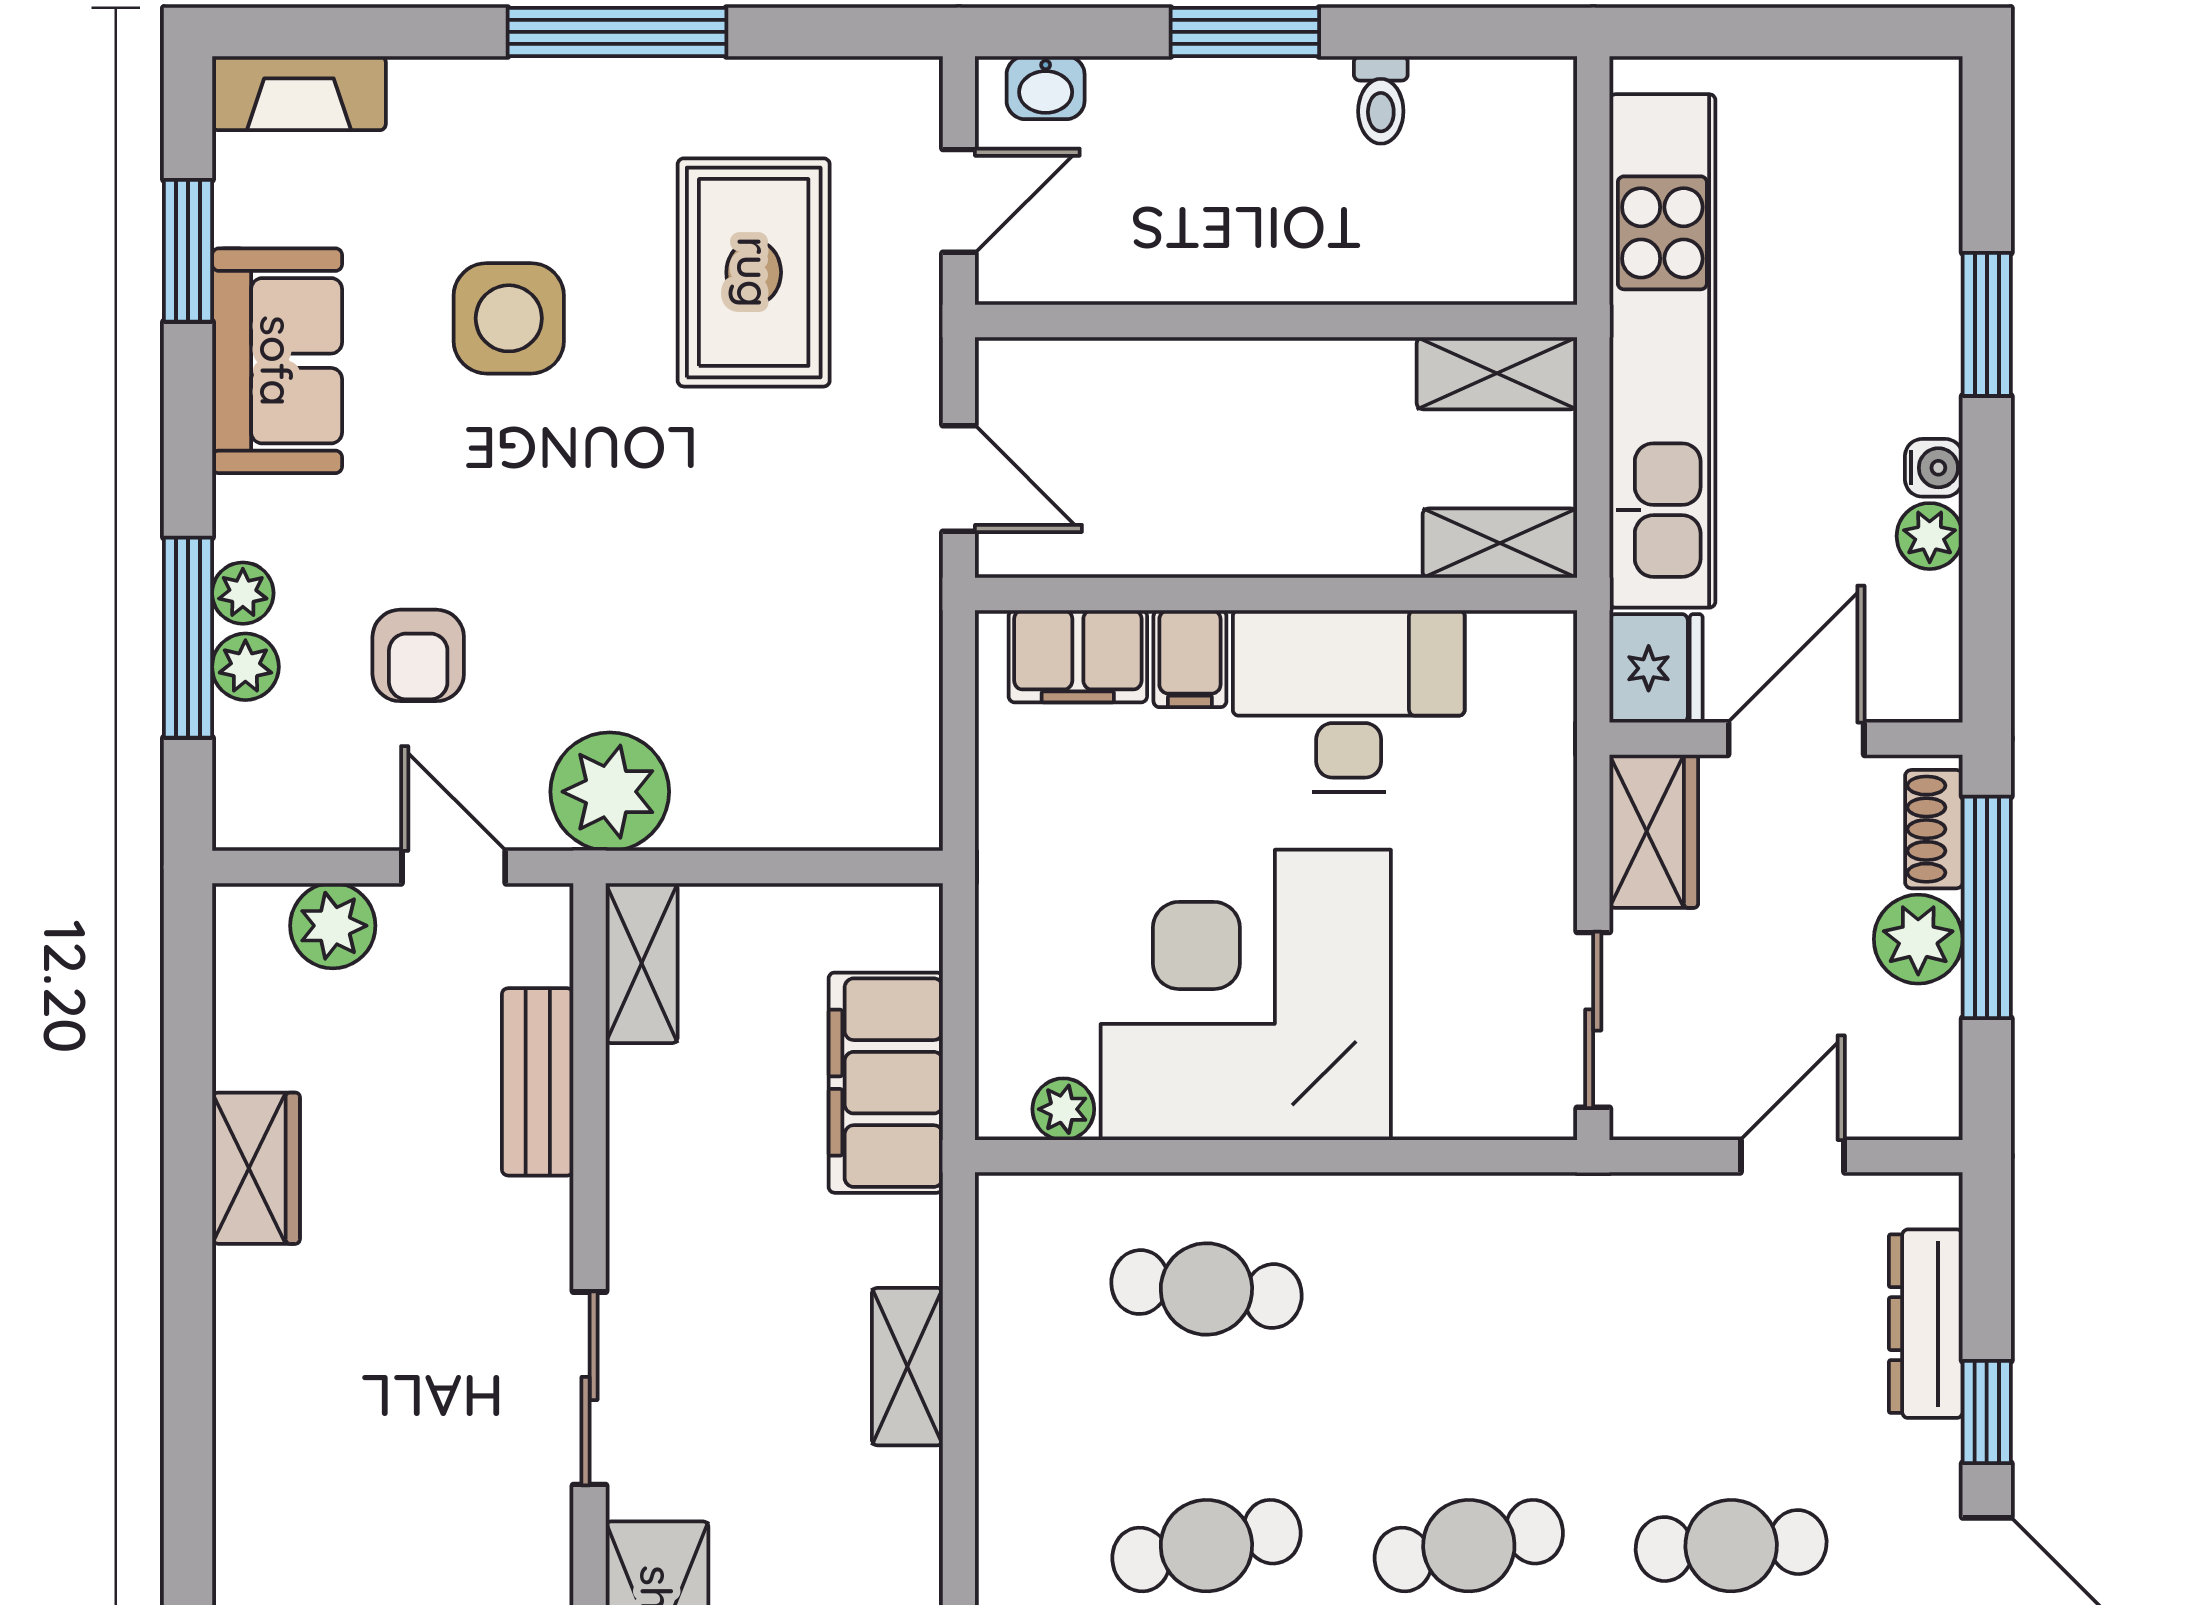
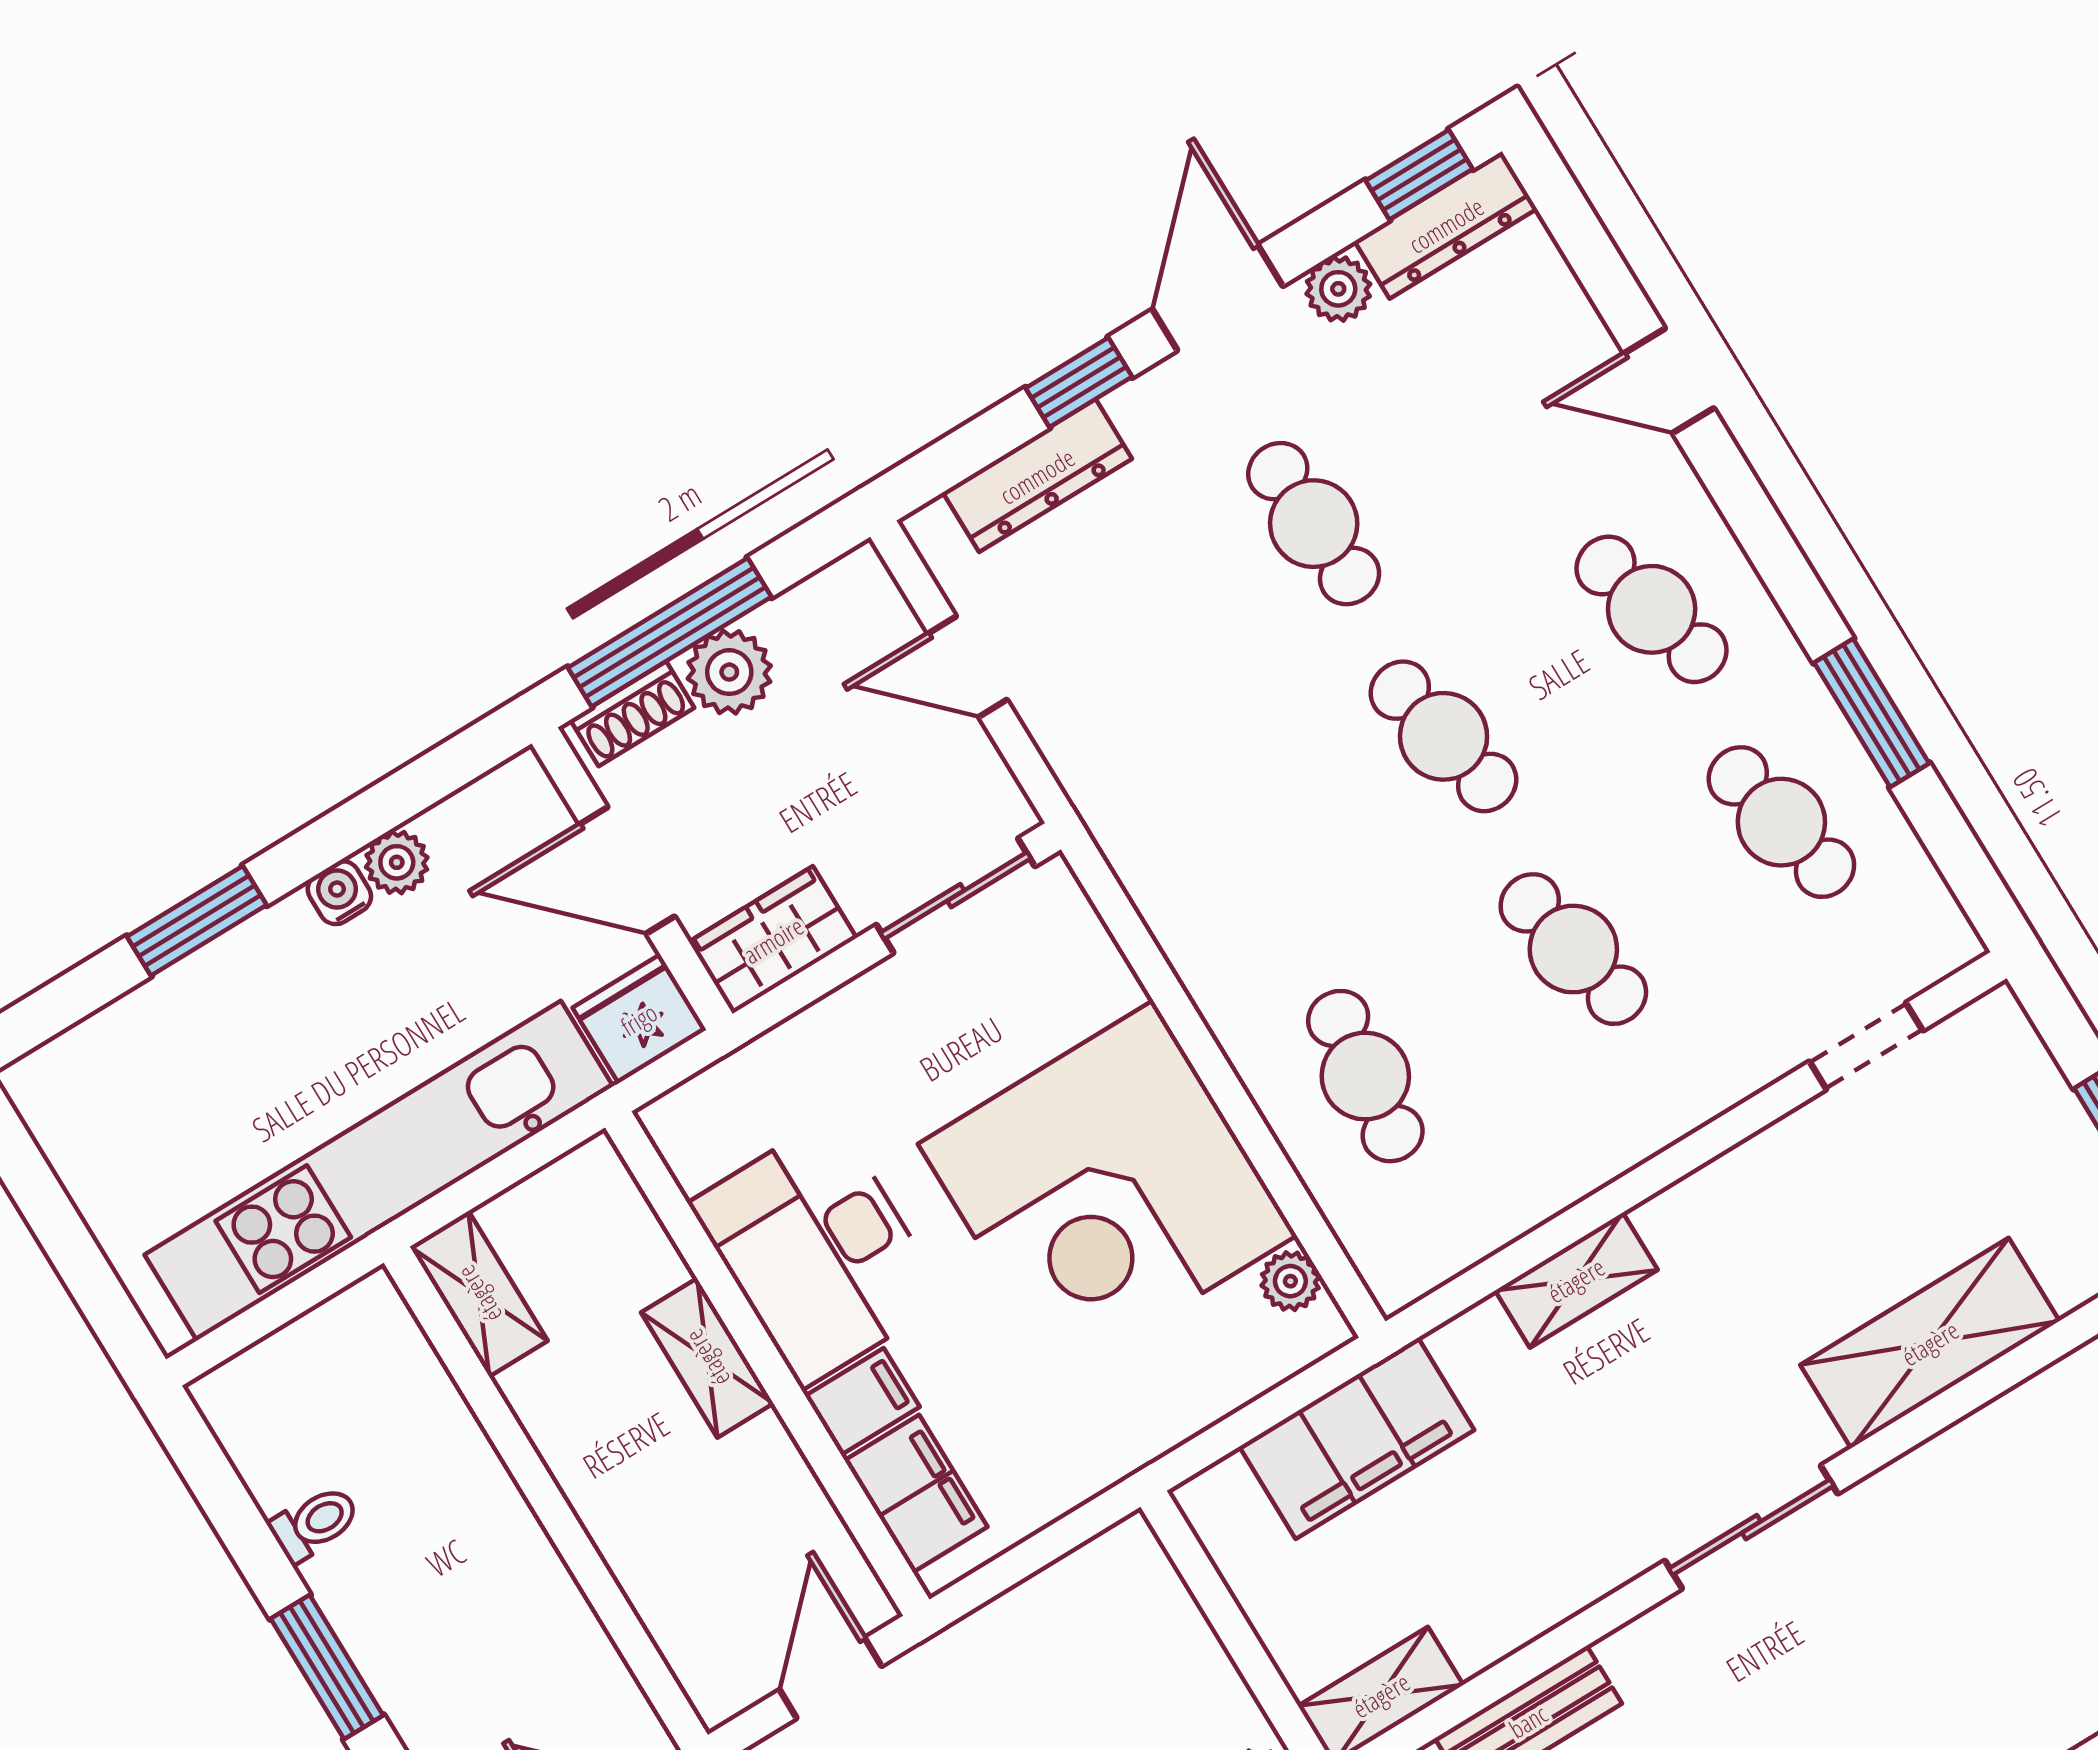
shelving: (1500, 543) -> (707, 1358), moved

